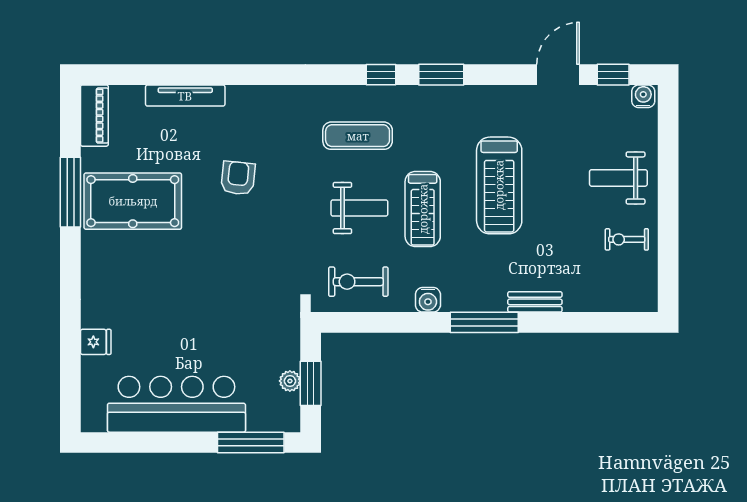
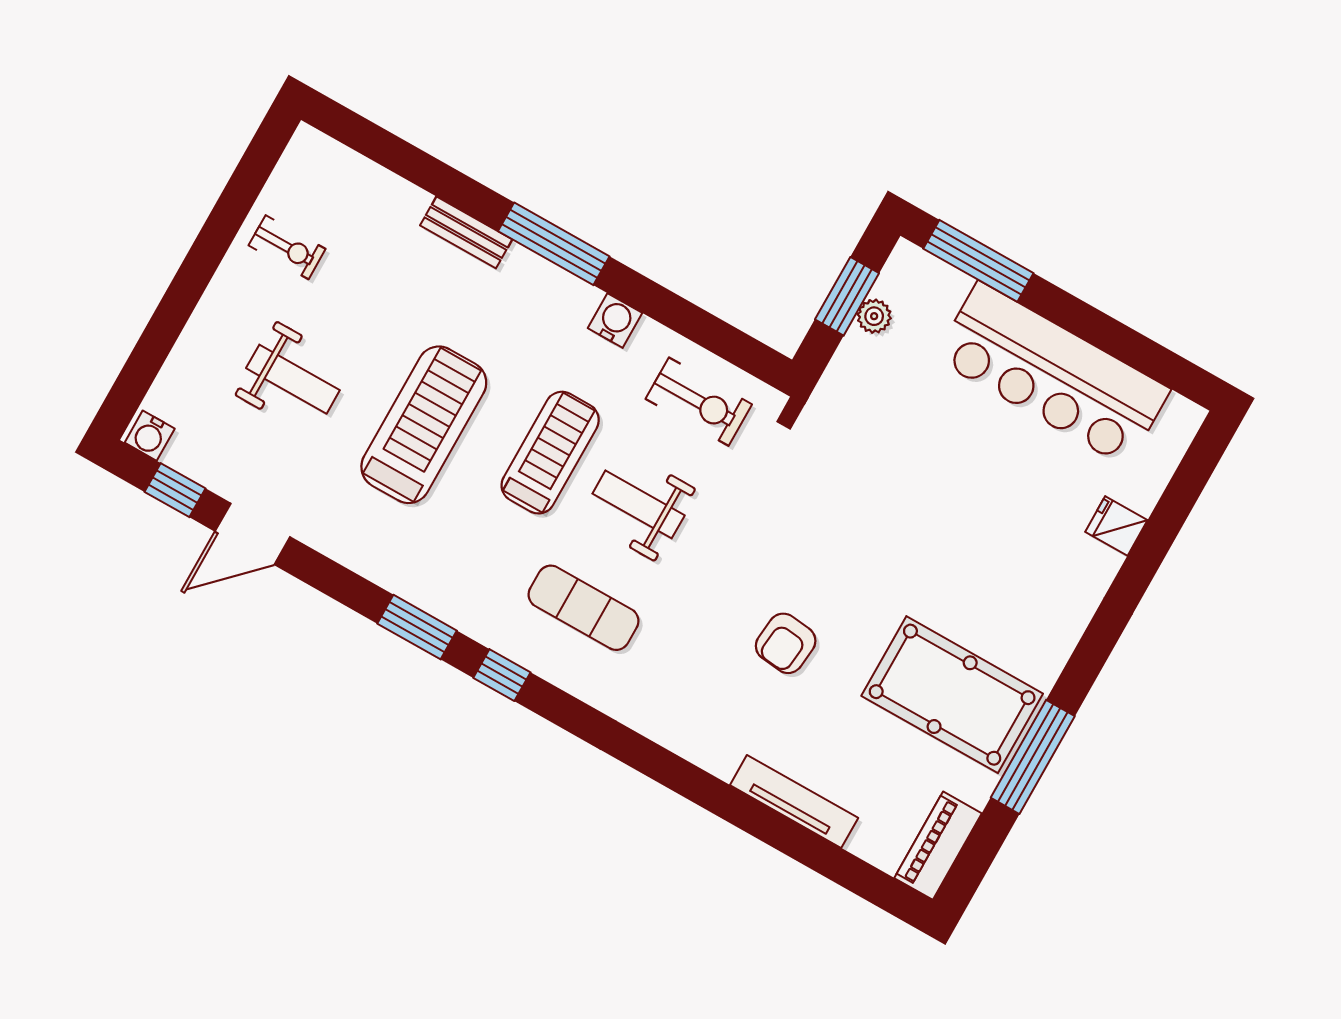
weight bench: (618, 178) -> (293, 379), moved

